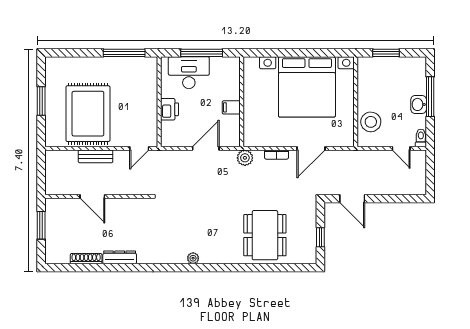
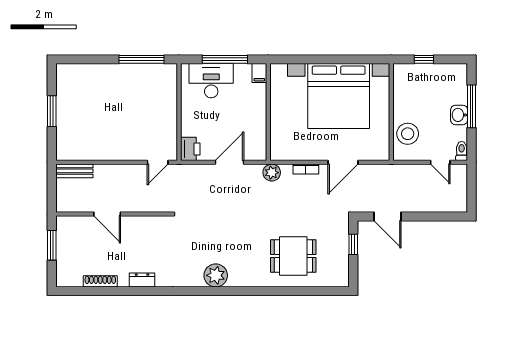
window: (386, 53) -> (424, 59), width x0.67
filing cabinet: (231, 107) -> (259, 73), moved, turned -90
printer: (169, 109) -> (190, 149), moved
rug: (88, 114) -> (102, 125), removed
bench: (96, 156) -> (74, 171), moved
dining table: (265, 235) -> (293, 256), width x0.73
window: (320, 237) -> (353, 244), moved
dresser: (120, 257) -> (142, 280), width x0.70
plant: (193, 258) -> (216, 275), width x1.88, depth x1.88

